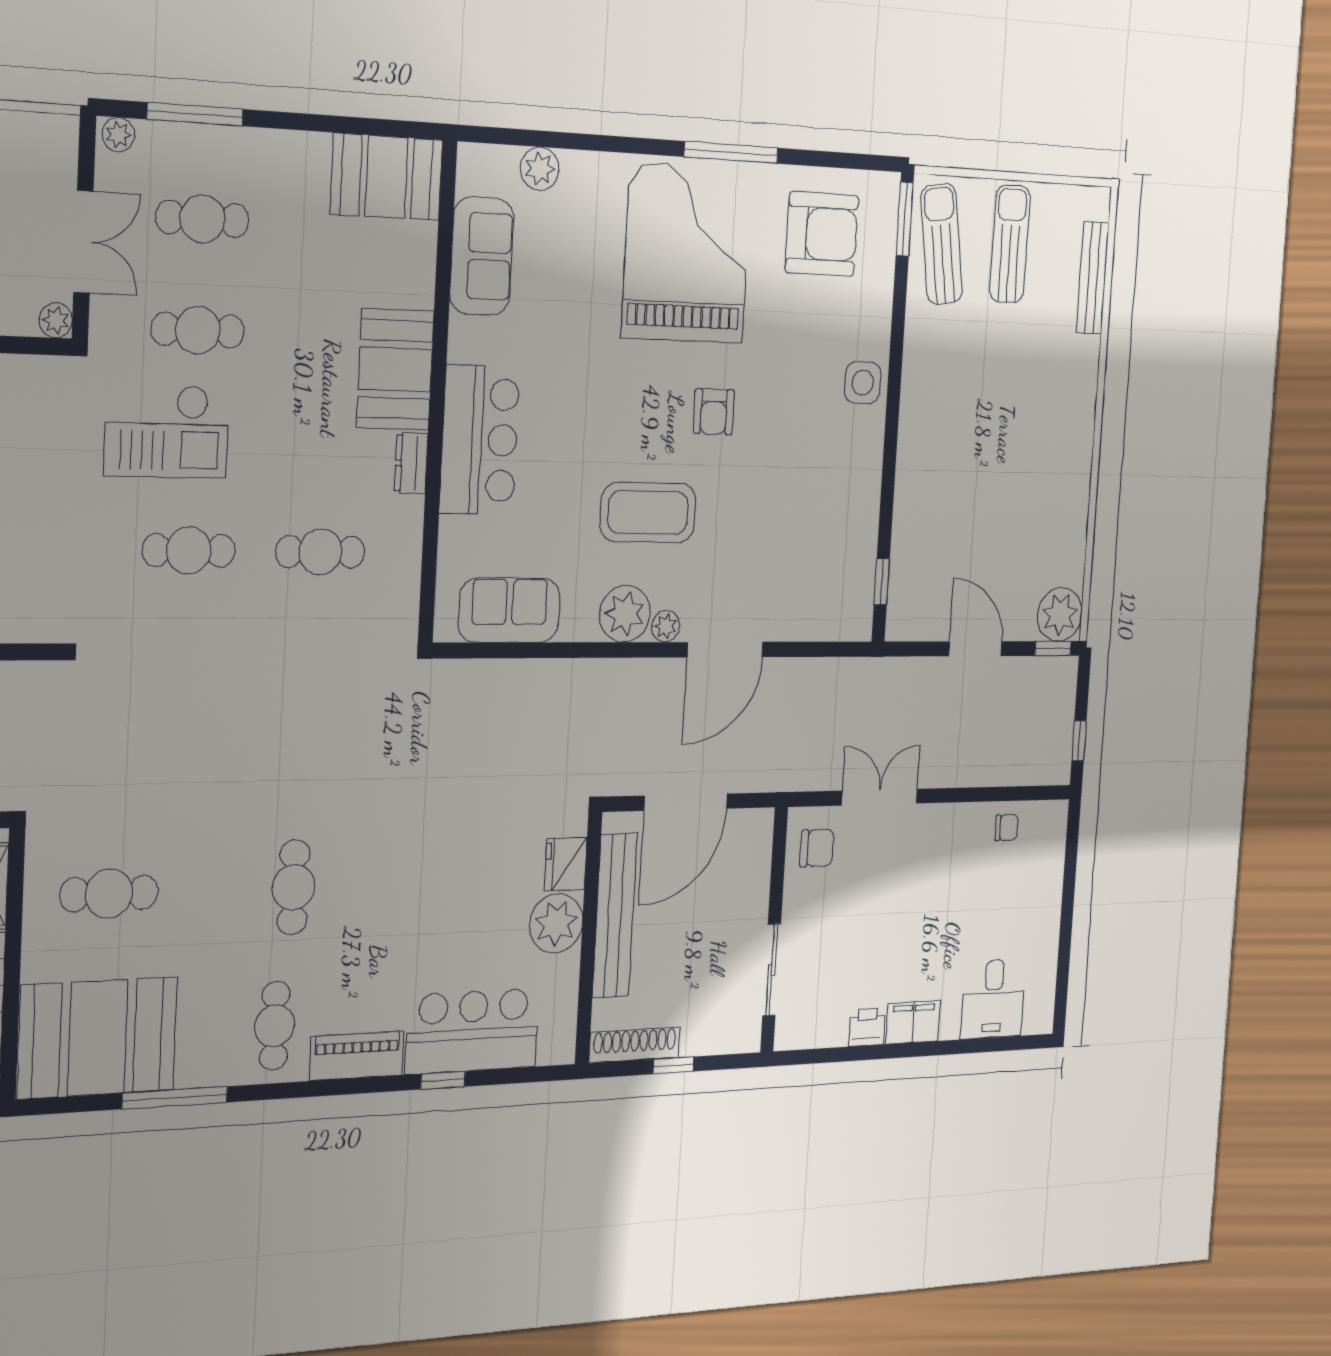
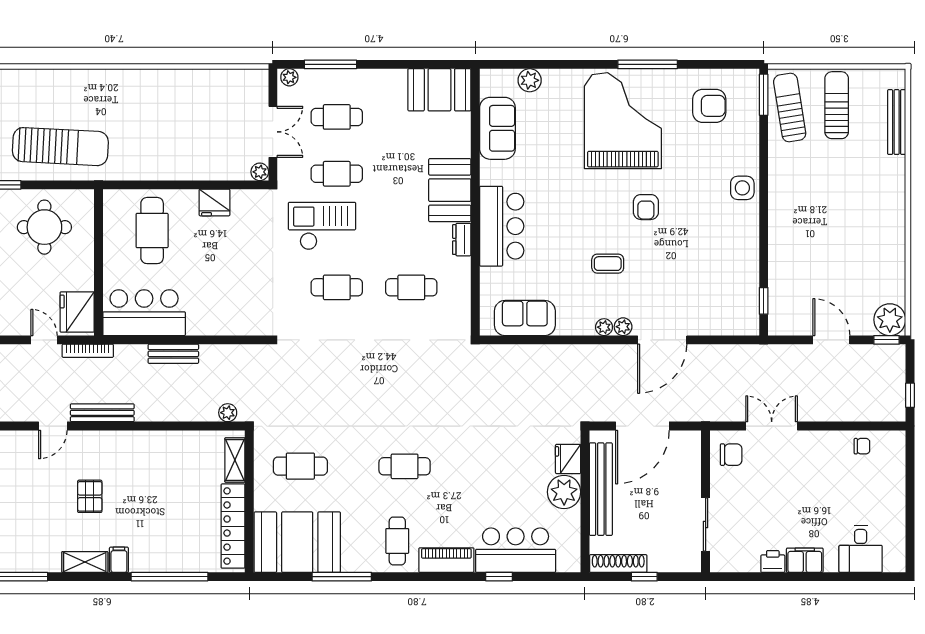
armchair: (822, 234) -> (709, 106), width x0.73, depth x0.73
checkout: (167, 431) -> (322, 226), turned 180
coffee table: (648, 512) -> (608, 264), width x0.54, depth x0.58
plant: (625, 614) -> (604, 327), width x0.53, depth x0.53
cafe table: (294, 887) -> (405, 466), turned 90

